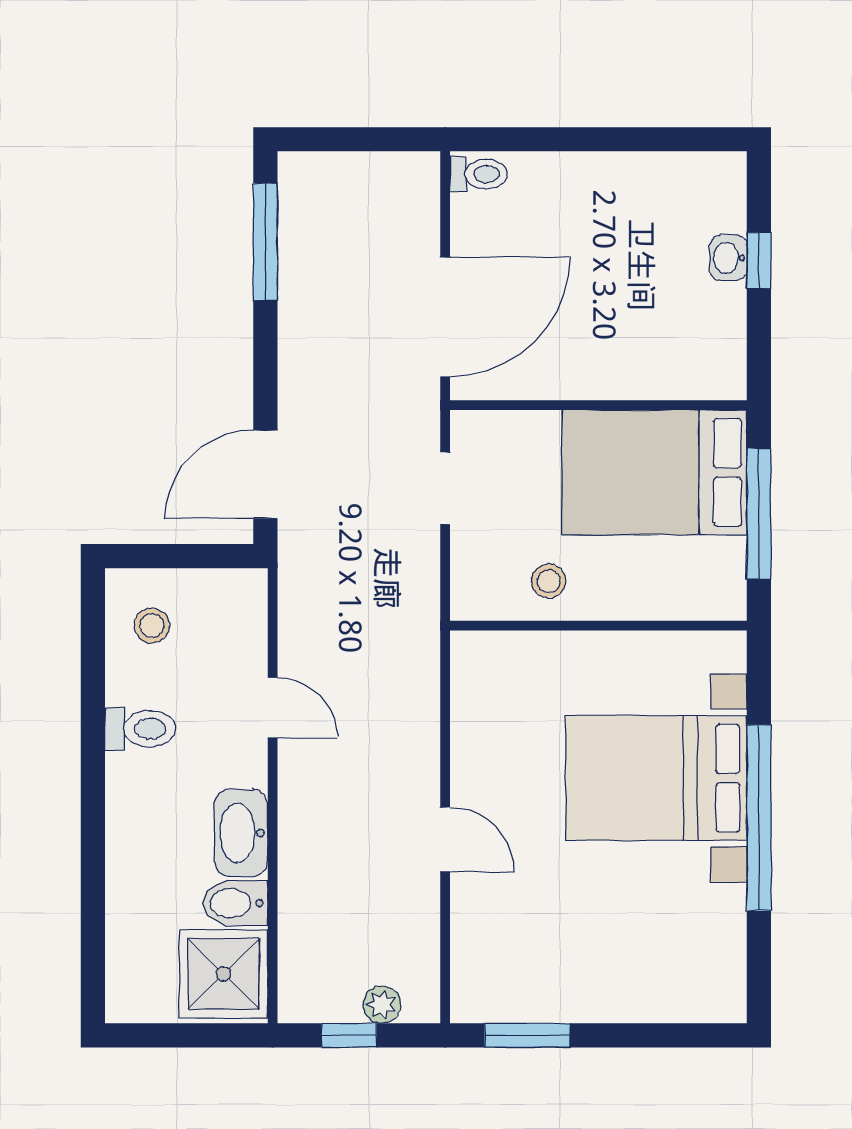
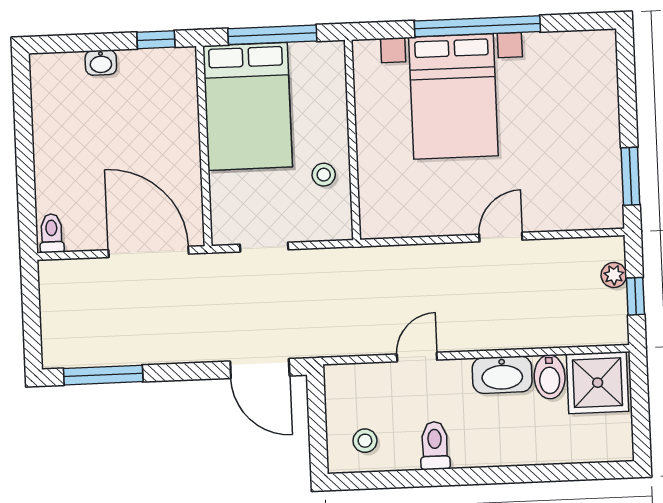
window: (759, 260) -> (156, 40), moved

